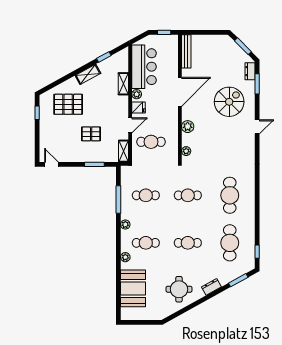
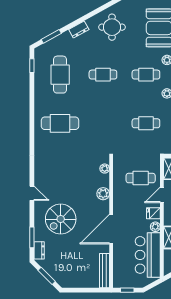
door: (257, 127) -> (32, 193), swing flipped
cafe table: (188, 195) -> (103, 123), removed
cafe table: (230, 195) -> (60, 123), turned 90

